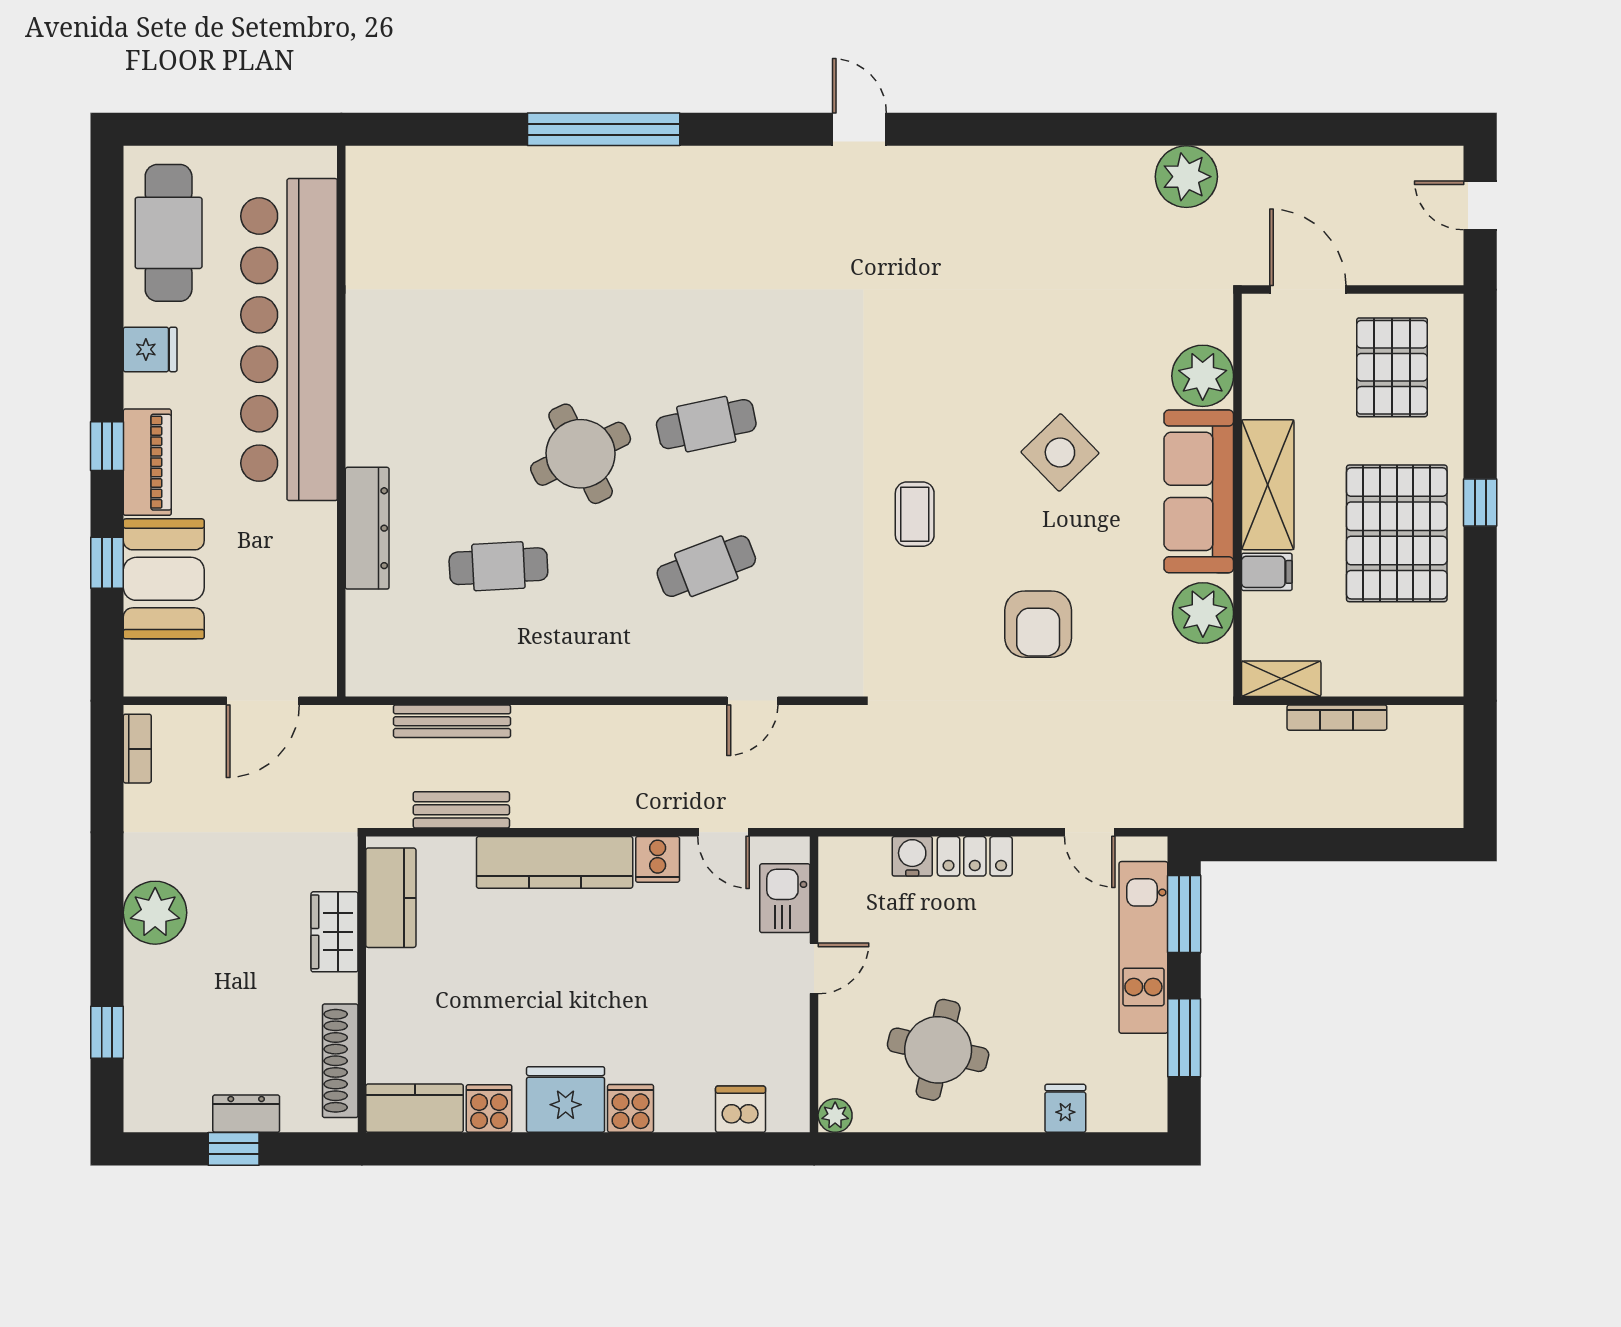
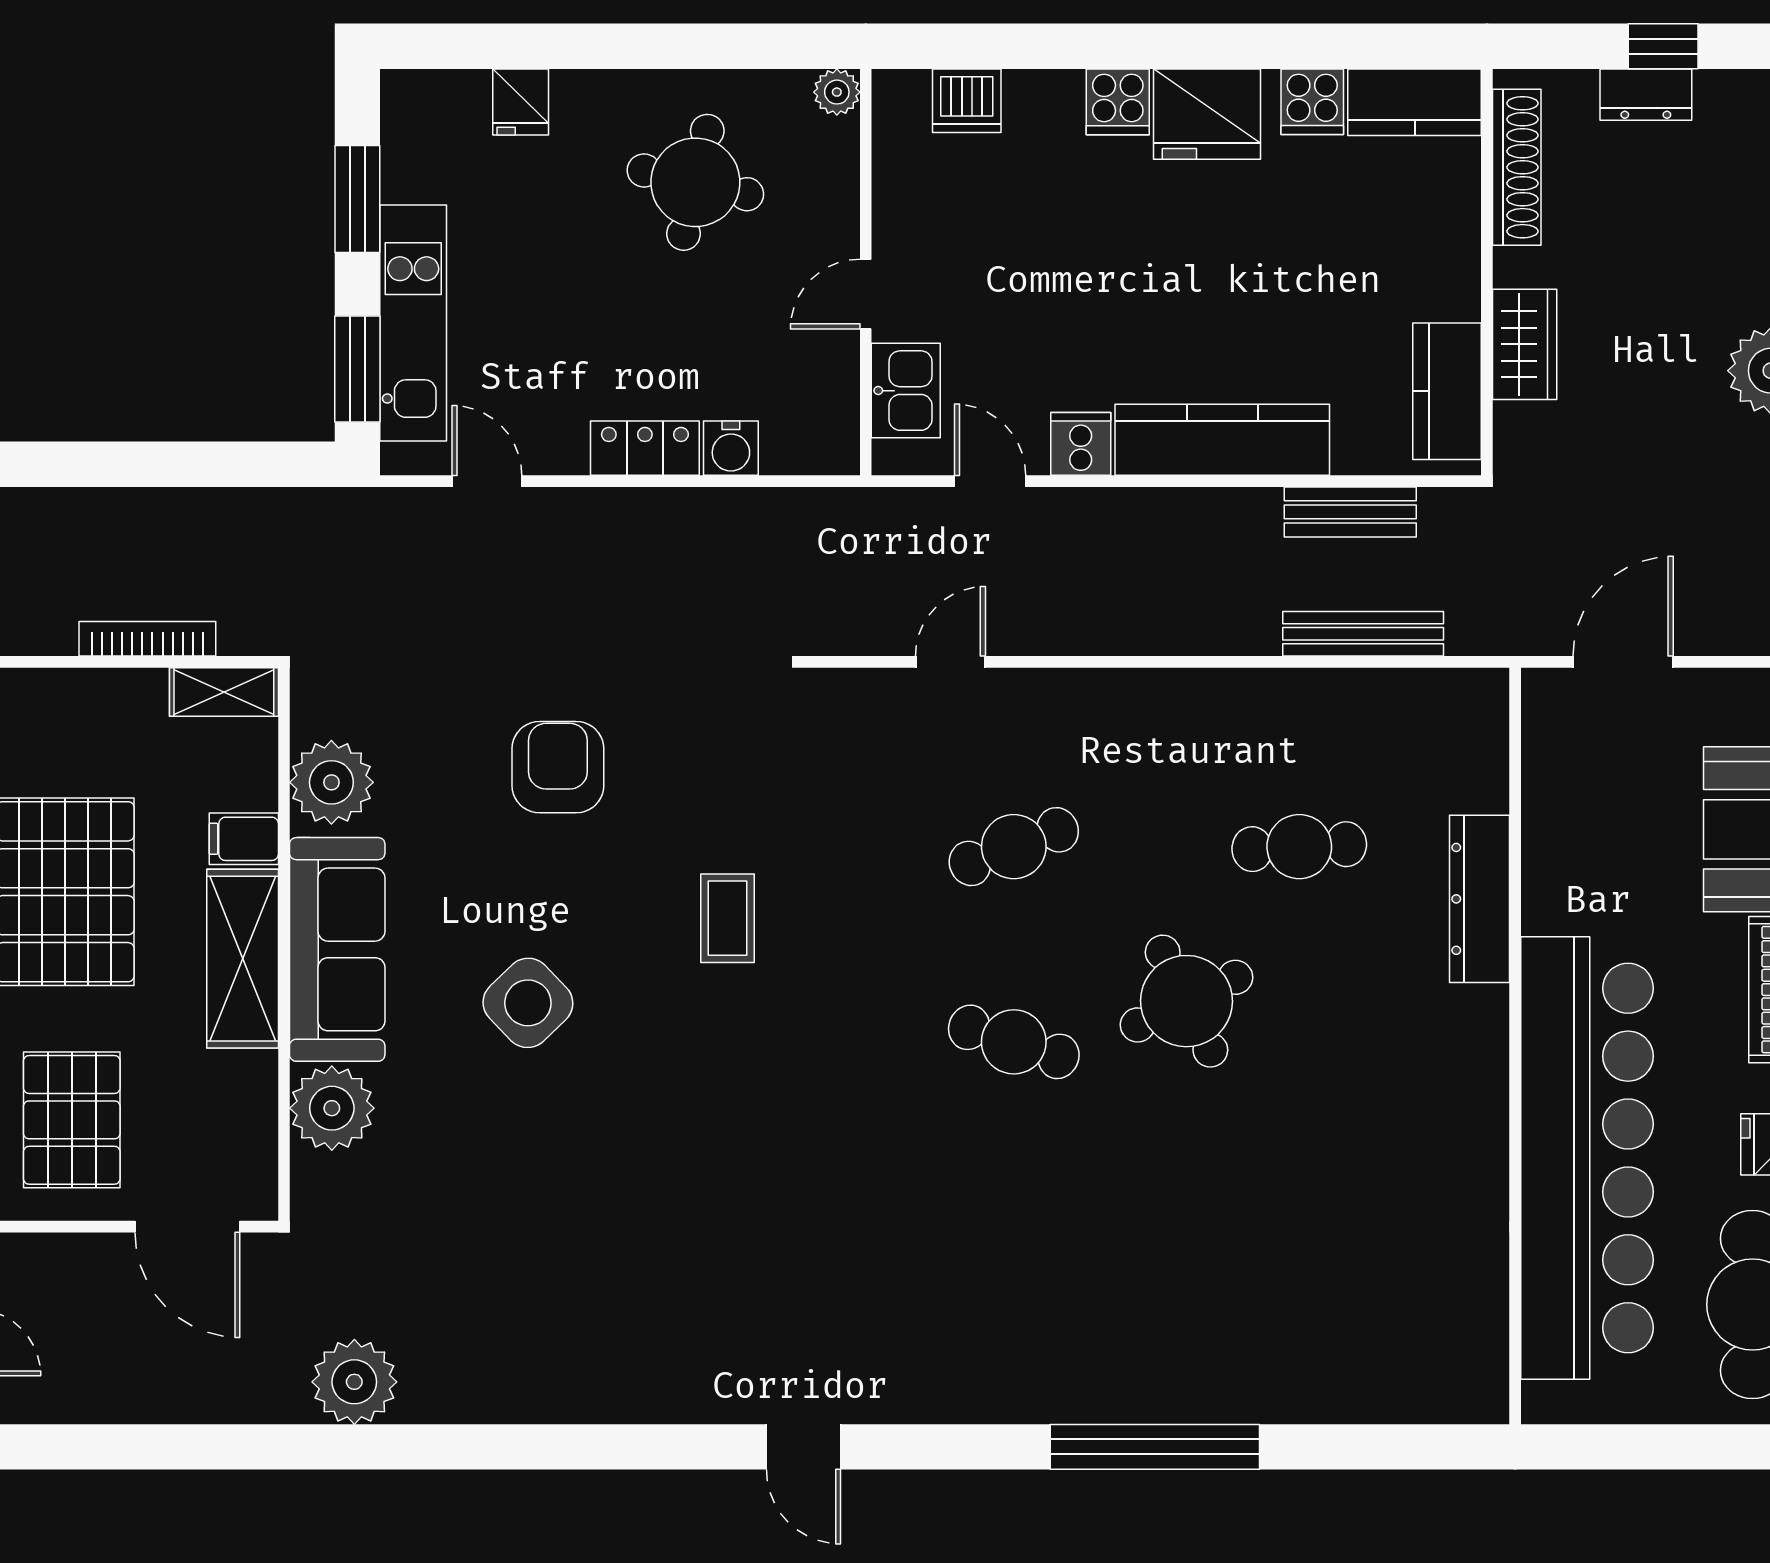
cafe table: (706, 424) -> (1014, 1042), turned 30

